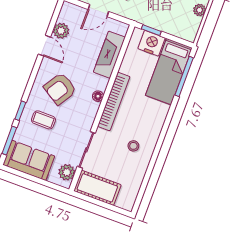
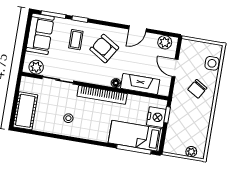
plant: (61, 31) -> (165, 42), moved
floor lamp: (98, 96) -> (116, 83), moved
cot: (97, 188) -> (25, 111), moved

